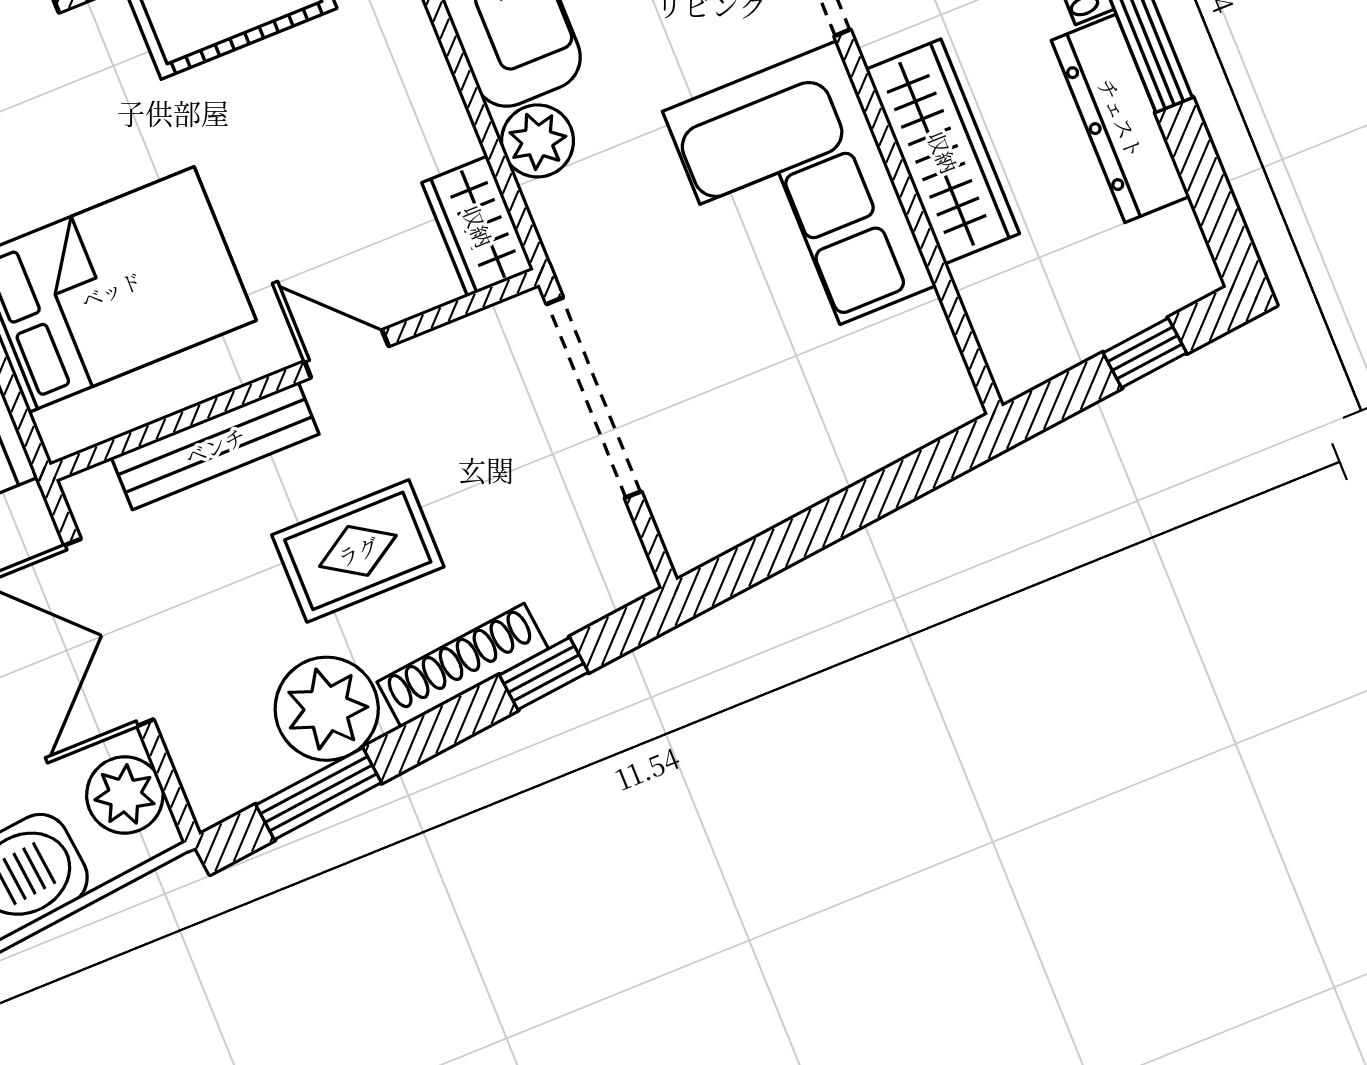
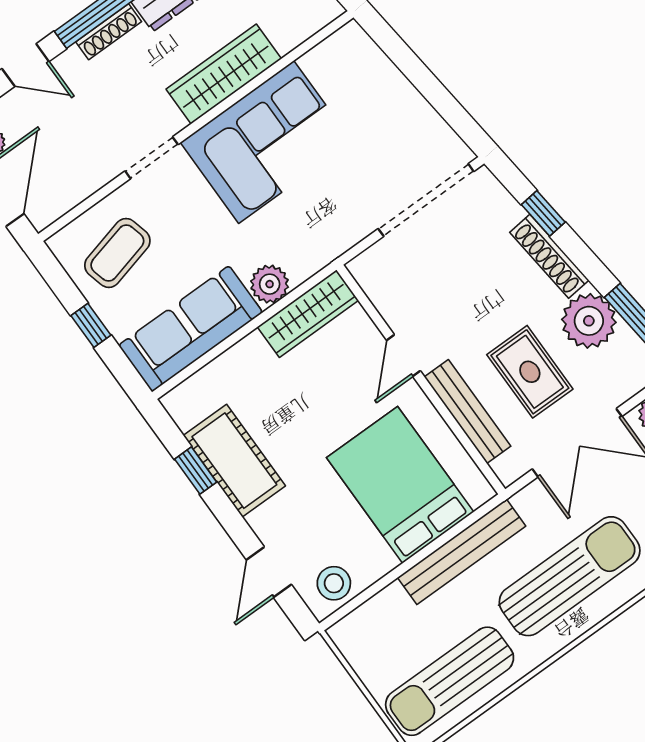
wardrobe: (478, 226) -> (308, 314), width x1.50
doorway: (594, 398) -> (426, 200), moved
rug: (358, 551) -> (530, 372), moved

